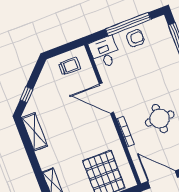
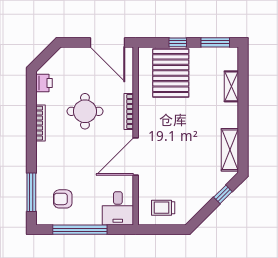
armchair: (135, 38) -> (63, 199), moved
door: (106, 98) -> (136, 156), swing flipped

